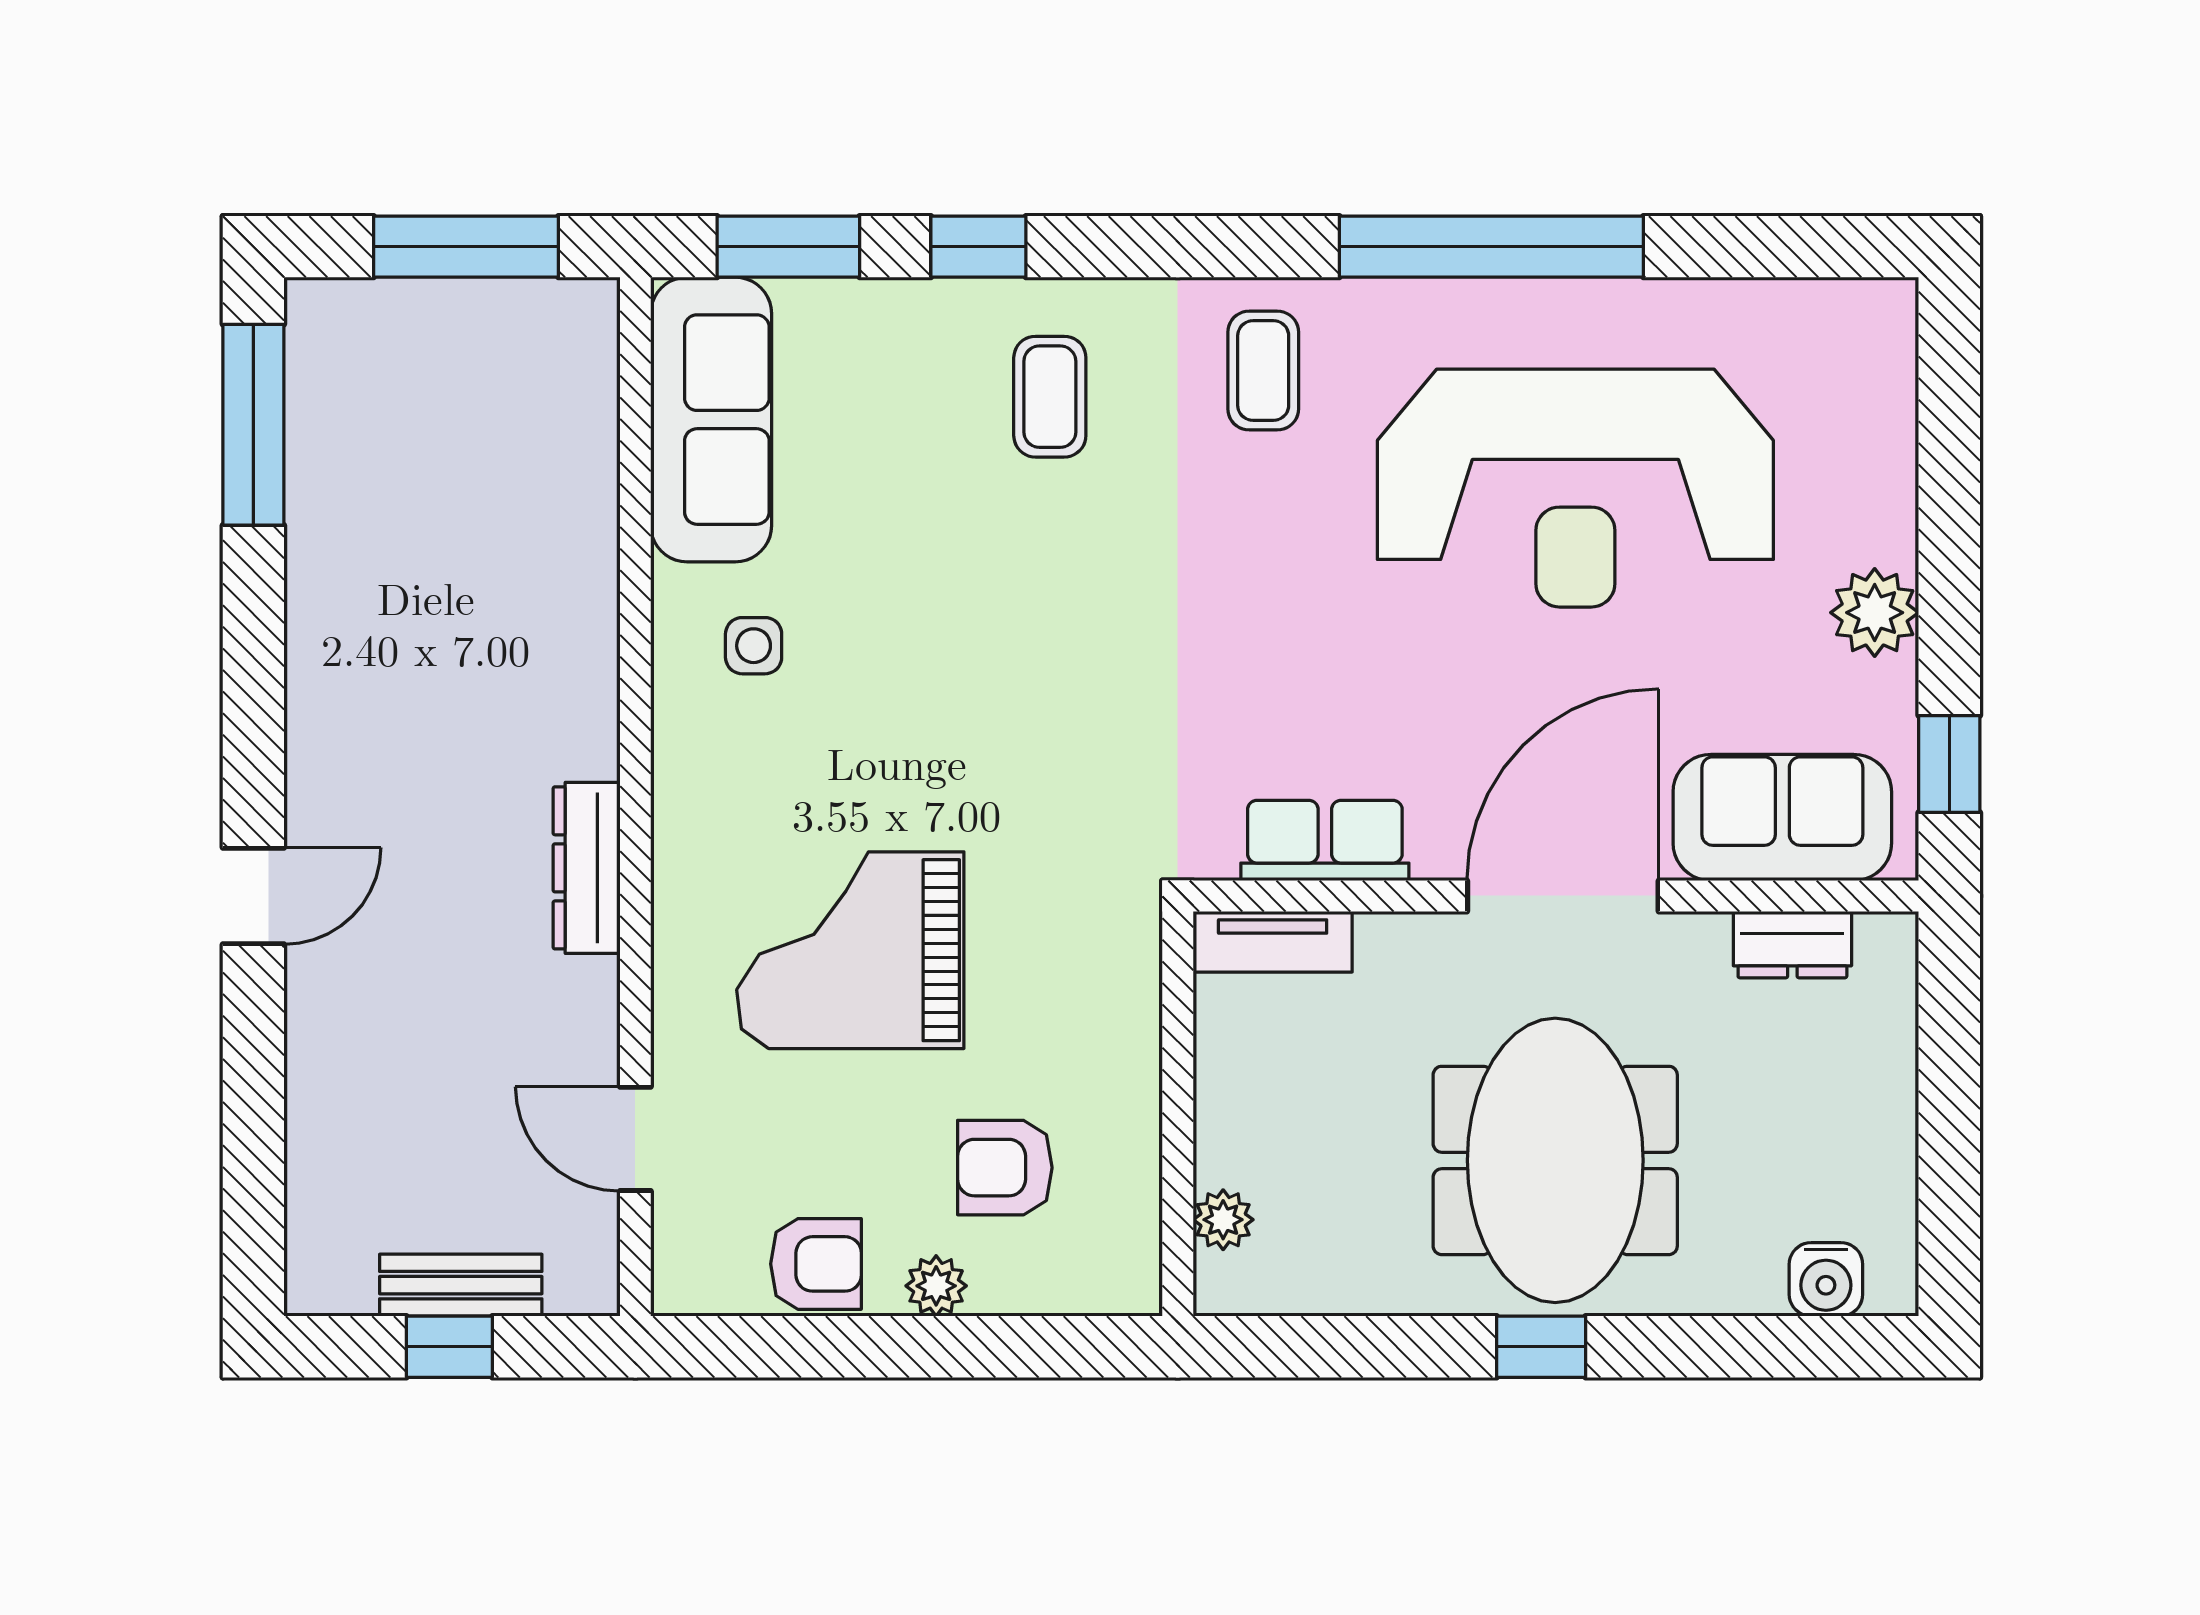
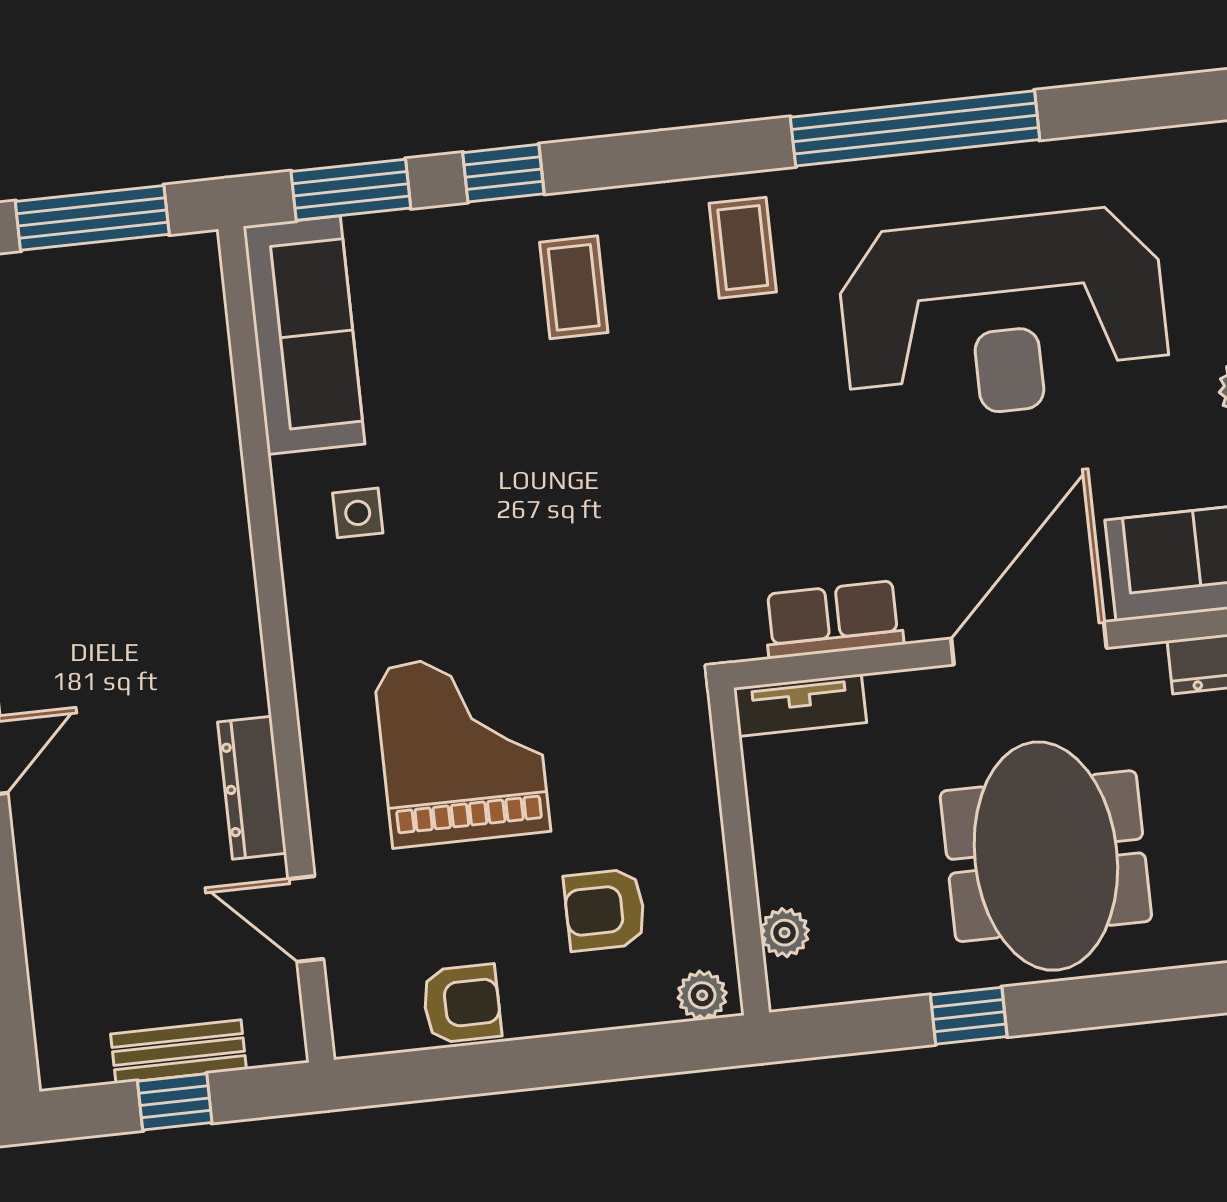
dresser: (587, 868) -> (252, 788), moved
grand piano: (850, 950) -> (462, 749), turned 90
plant: (936, 1286) -> (702, 995), moved
window: (1541, 1347) -> (969, 1016), moved

